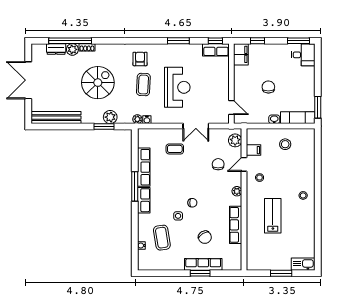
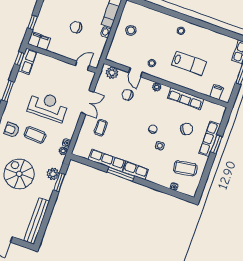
filing cabinet: (253, 150) -> (216, 92), moved
lab bench: (273, 216) -> (189, 63), turned 180
coffee table: (162, 238) -> (185, 168), moved

